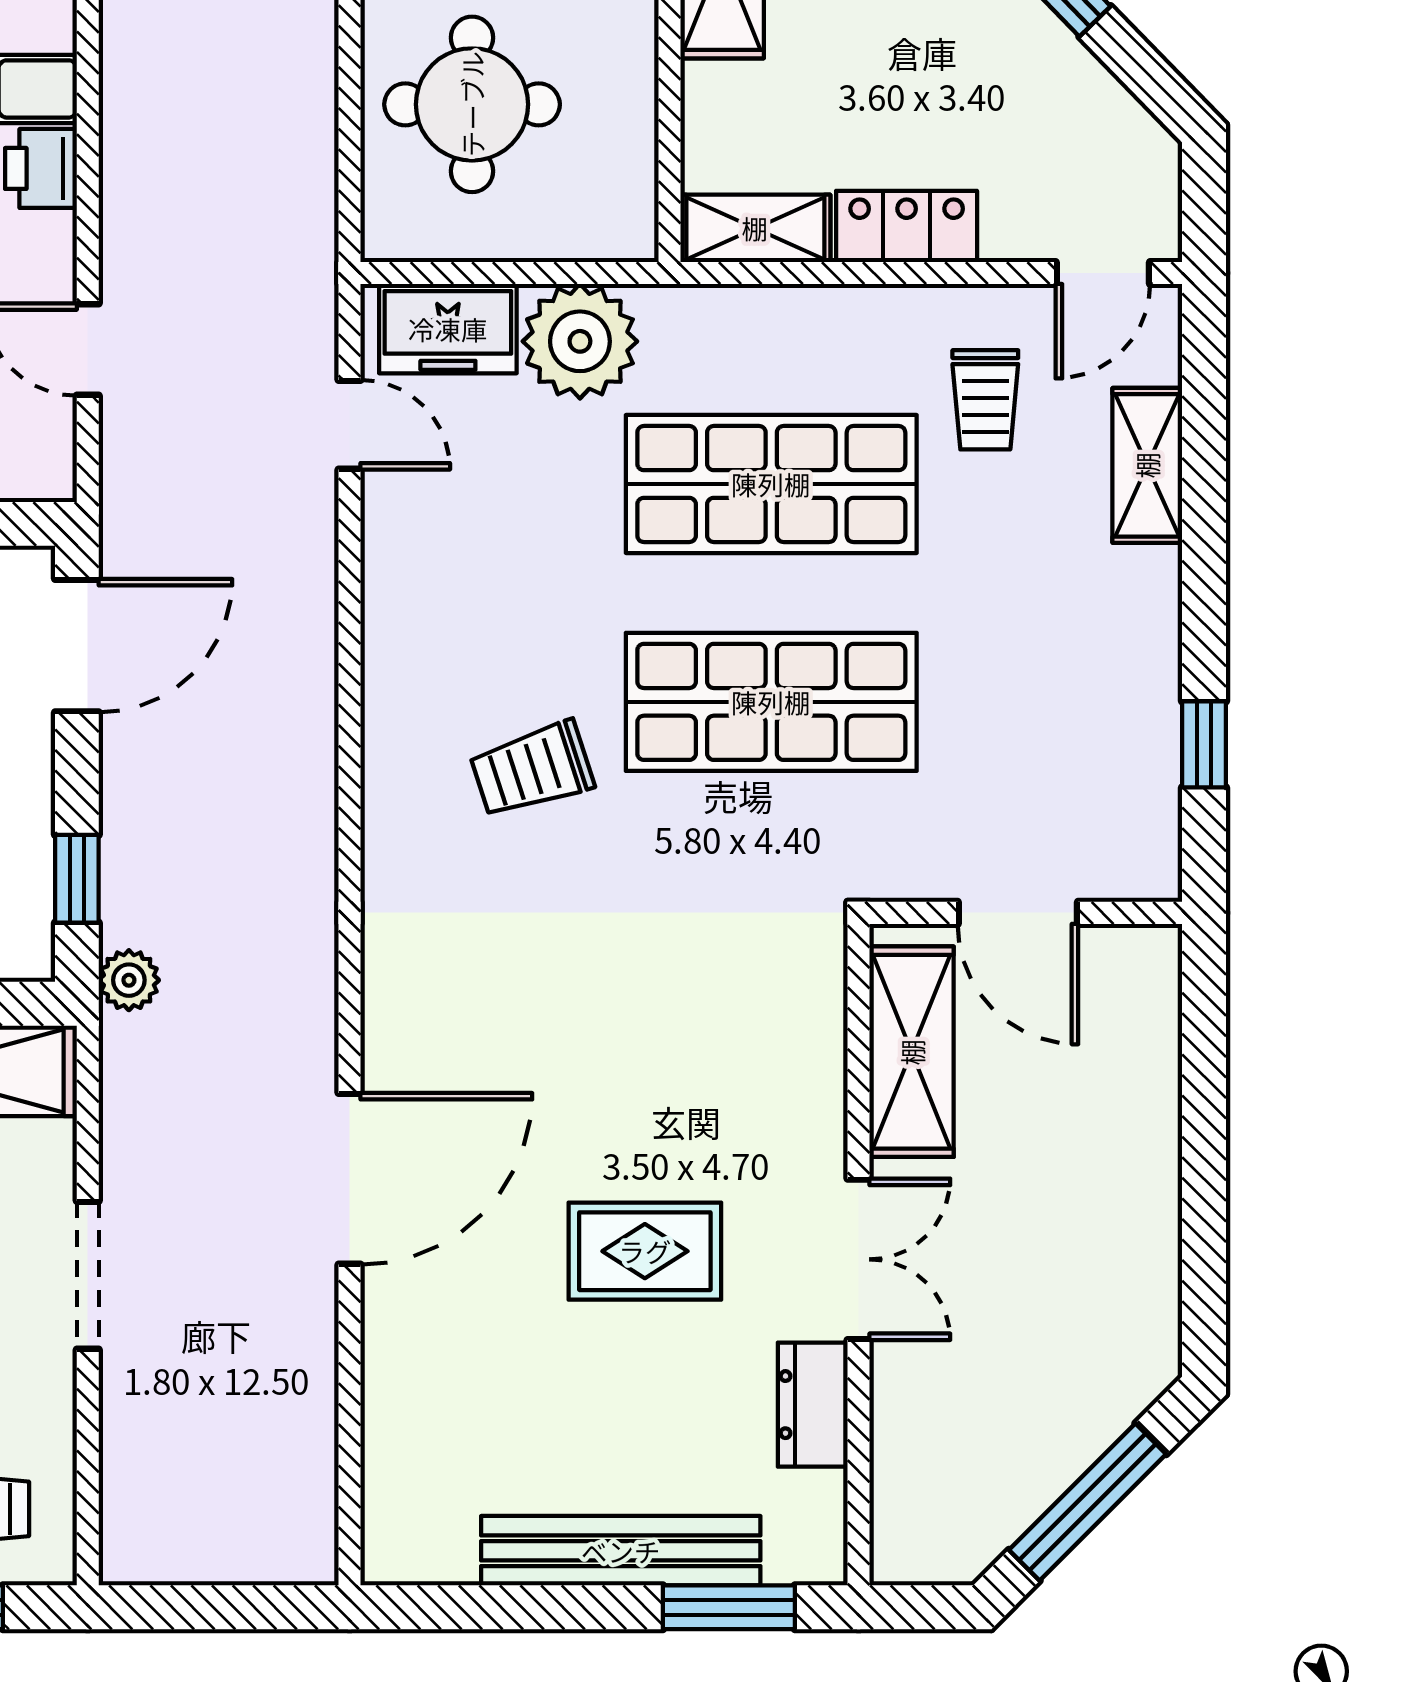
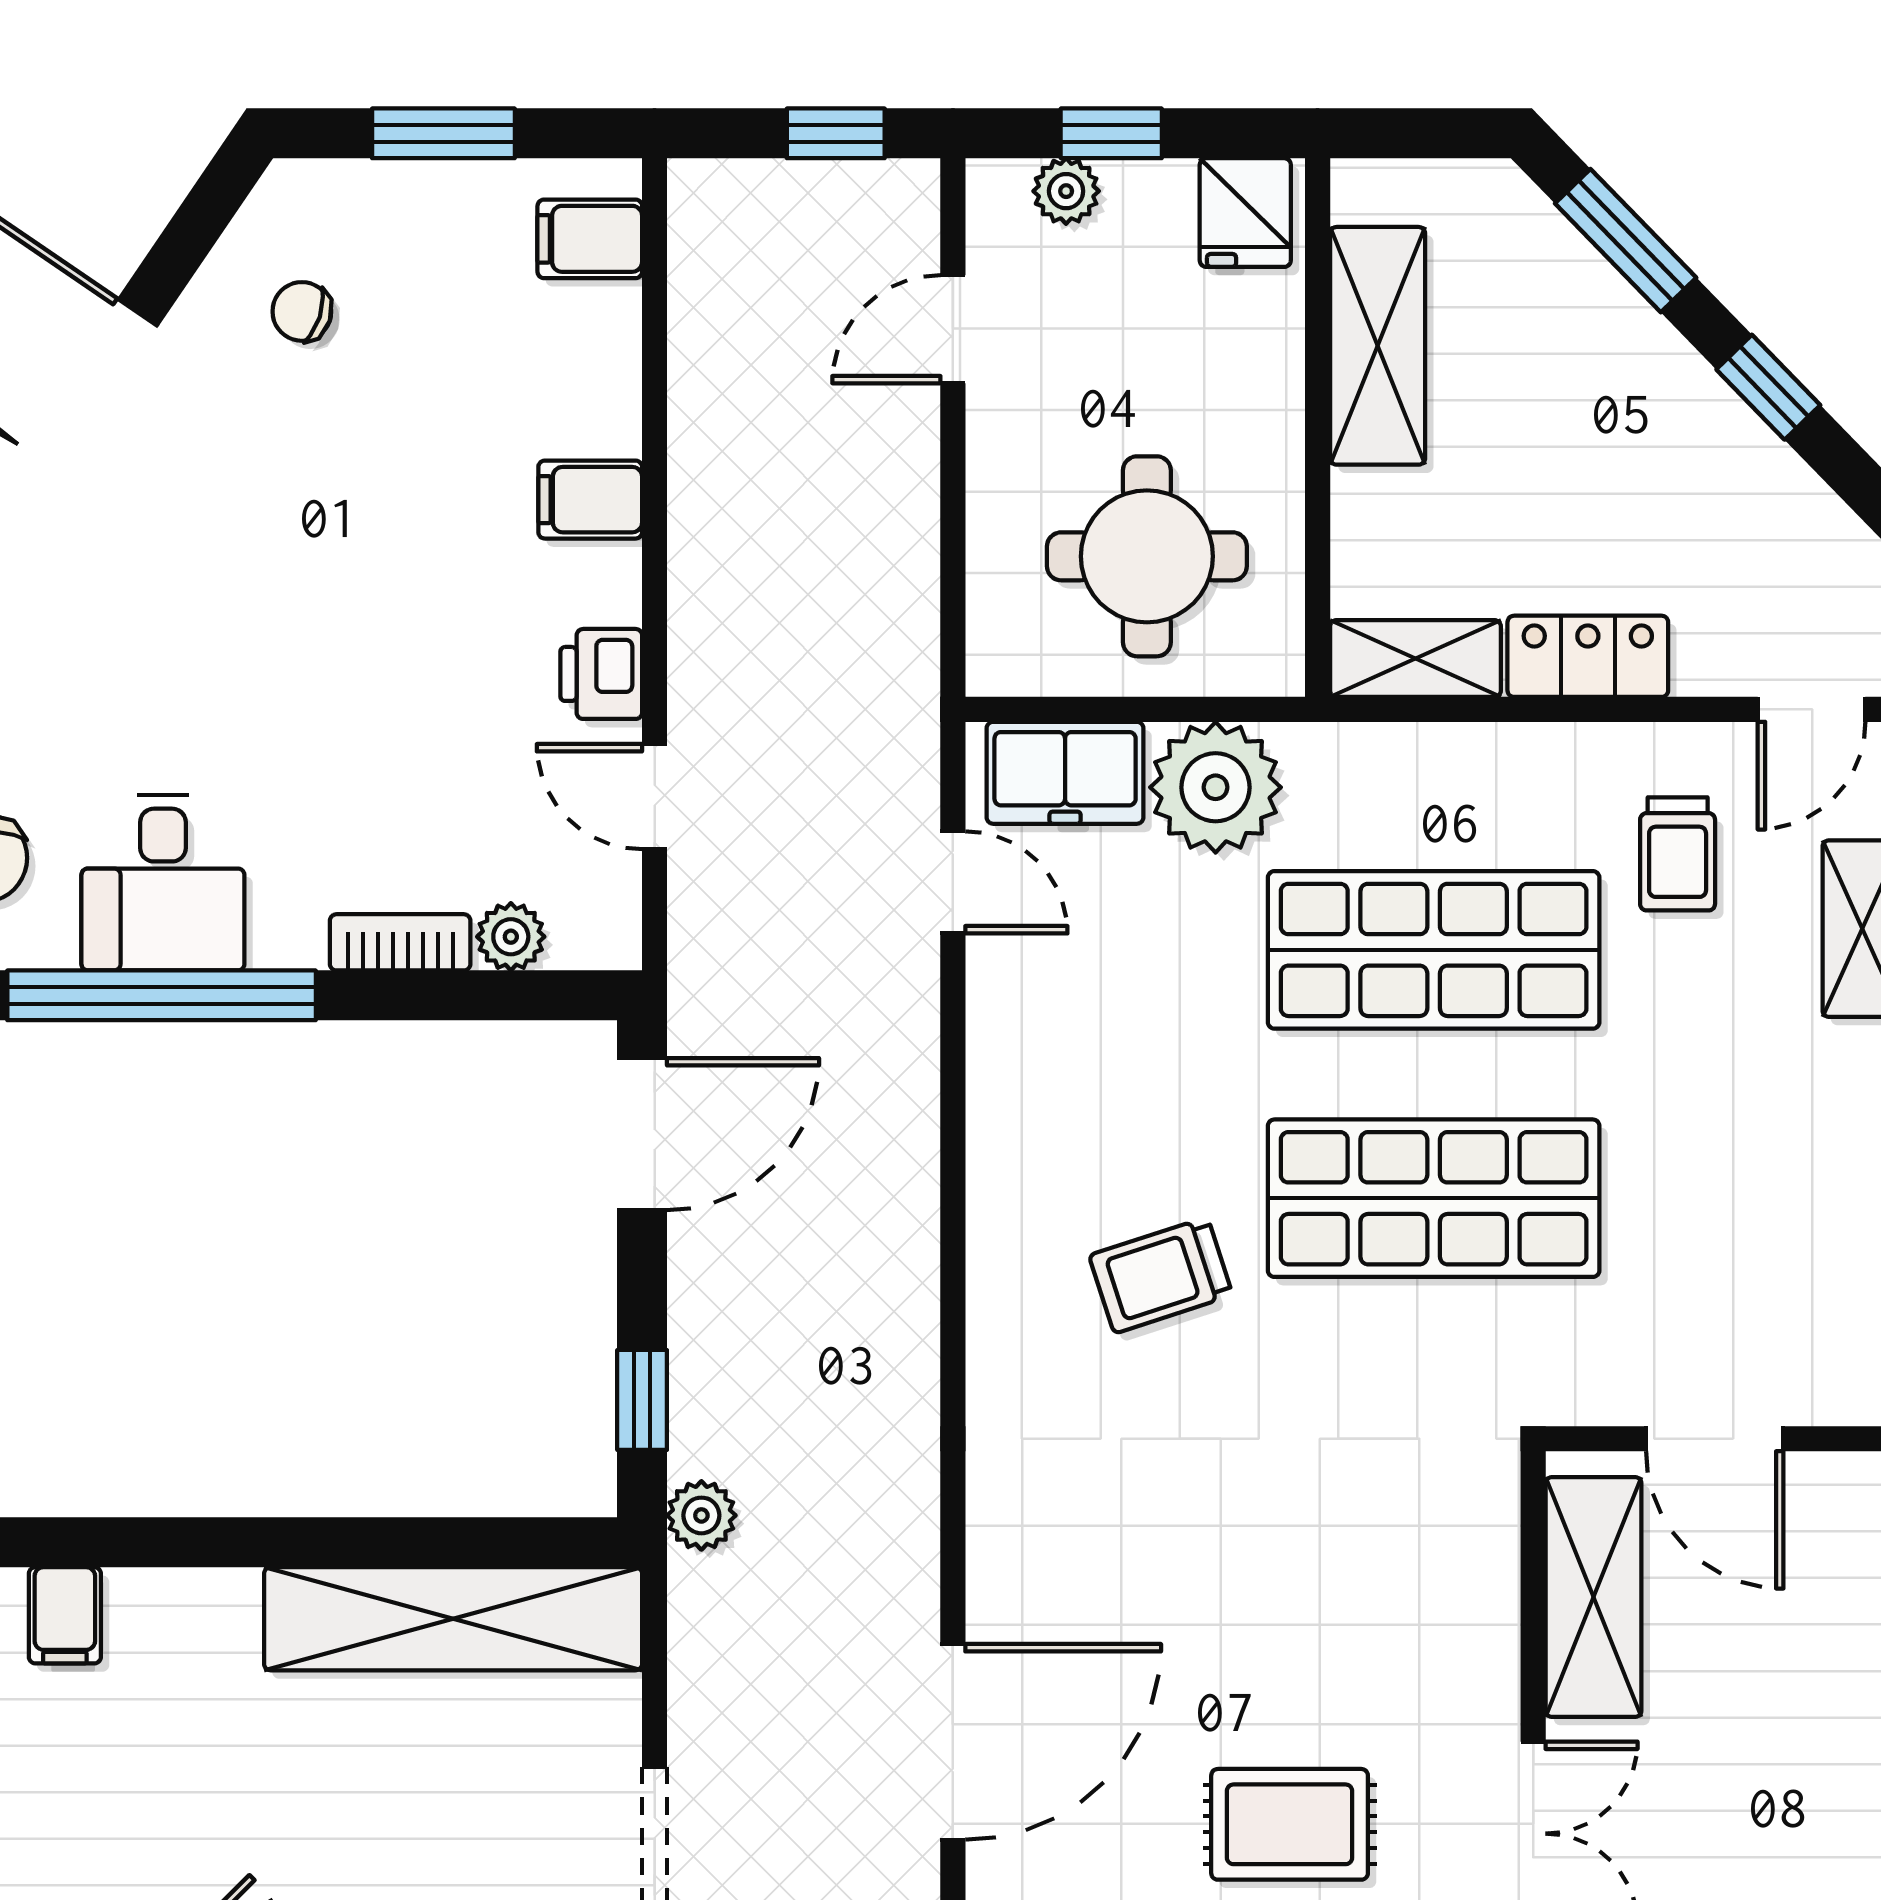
round table: (472, 104) -> (1147, 556), moved
printer: (41, 168) -> (601, 674), moved

